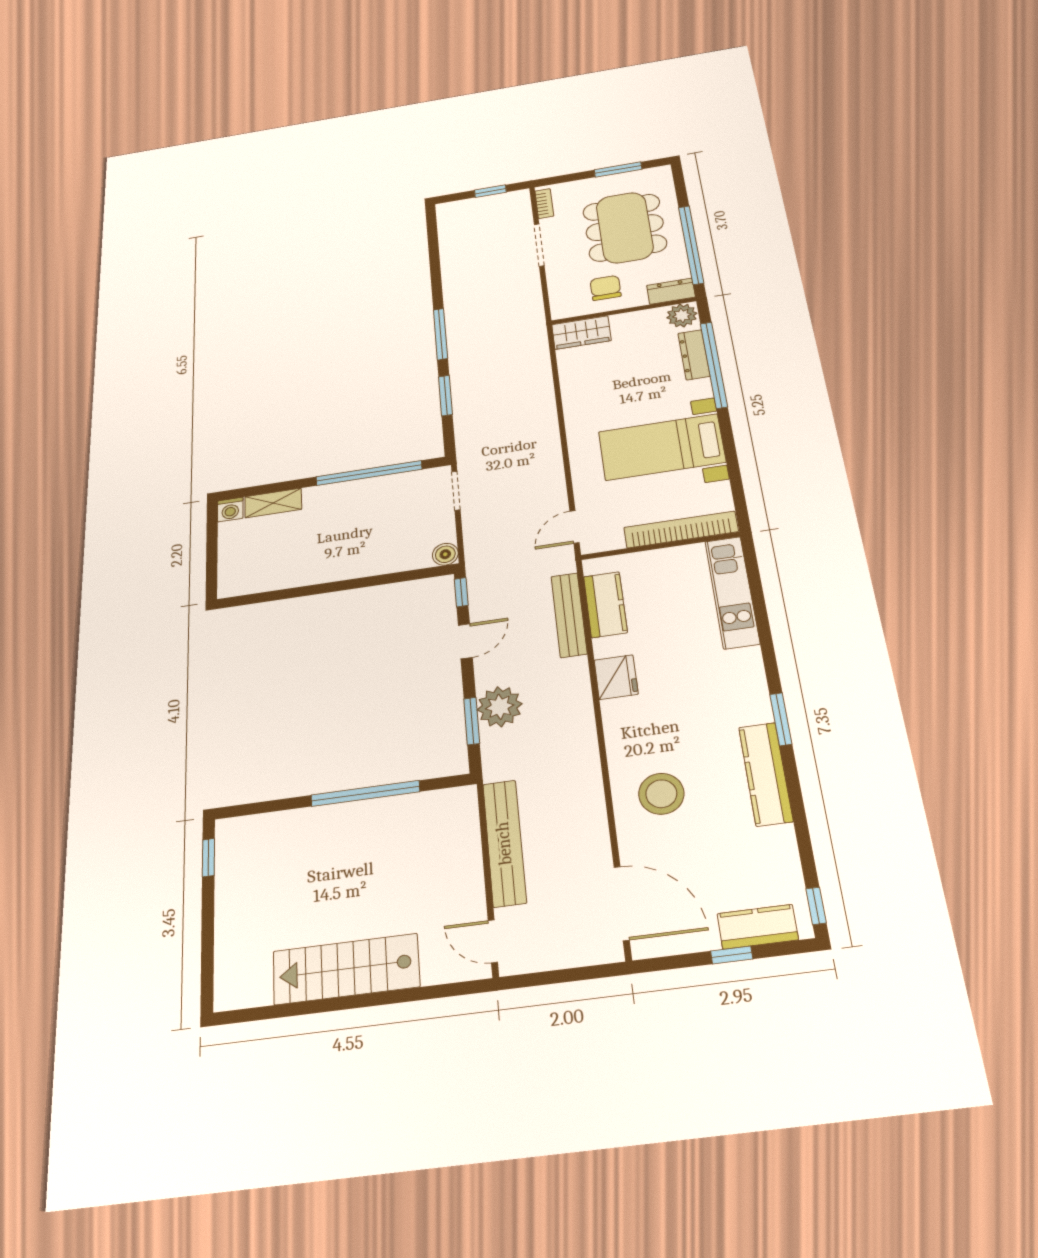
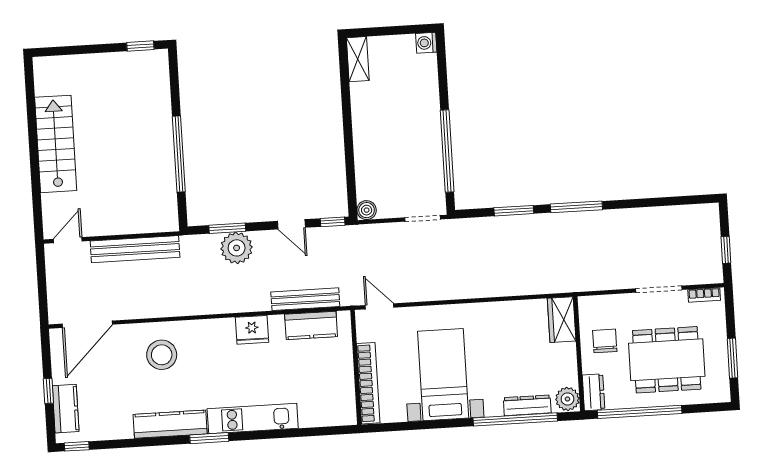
chair: (606, 288) -> (605, 341), turned -90
shelving: (273, 503) -> (358, 59), moved
kitchen unit: (732, 592) -> (253, 419), moved

